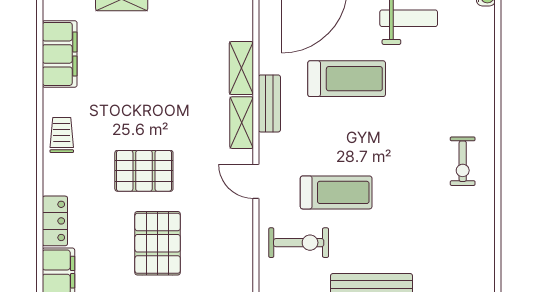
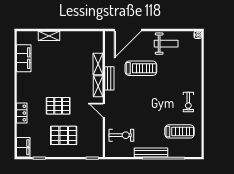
trolley: (62, 135) -> (25, 91), removed
treadmill: (336, 192) -> (179, 131), moved
locker: (55, 221) -> (22, 113), moved
pallet: (158, 243) -> (64, 135), turned 90

